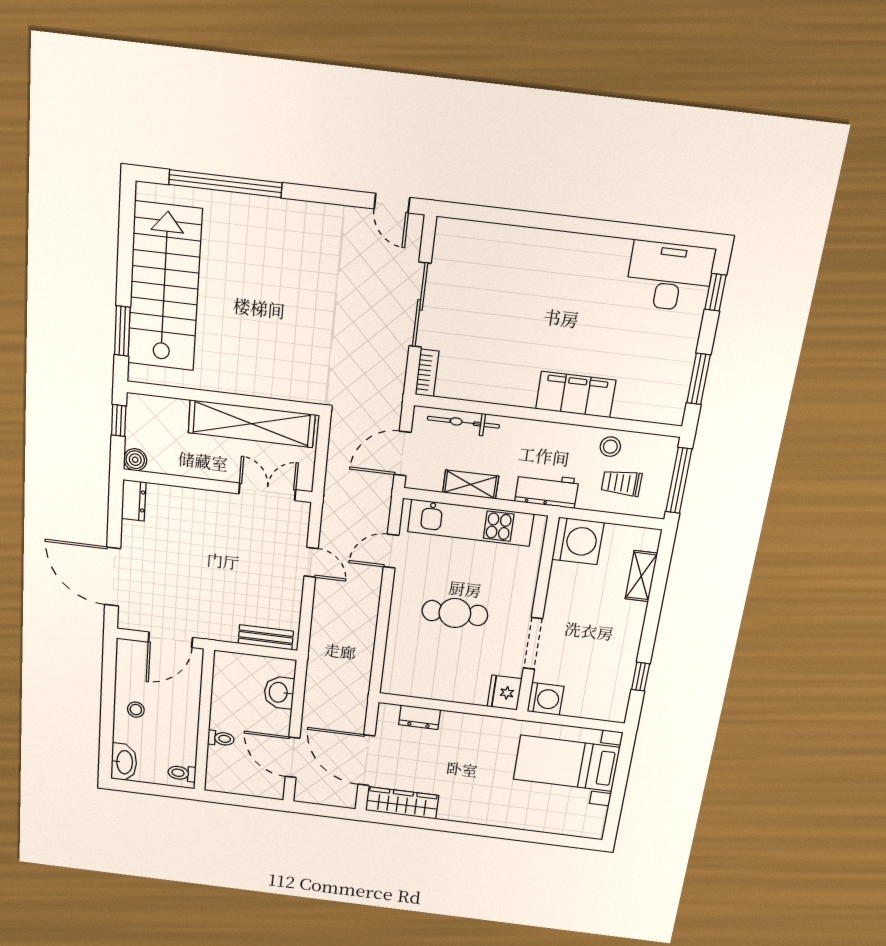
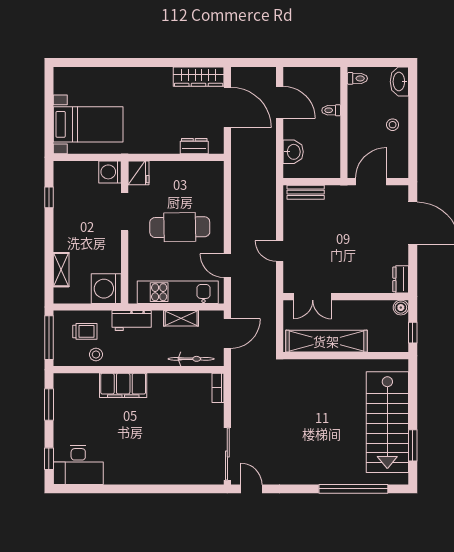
sliding door: (420, 305) -> (227, 454), moved
window: (122, 331) -> (413, 445), moved
door: (391, 551) -> (227, 266), swing flipped
cafe table: (455, 613) -> (180, 227), width x1.37, depth x1.35

